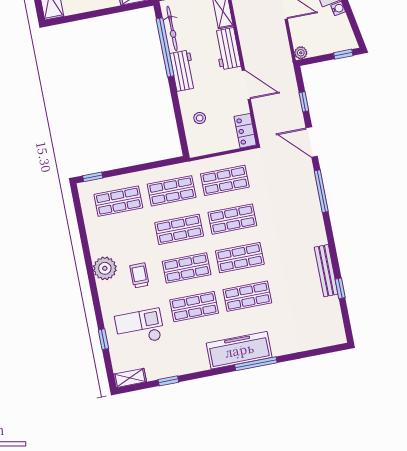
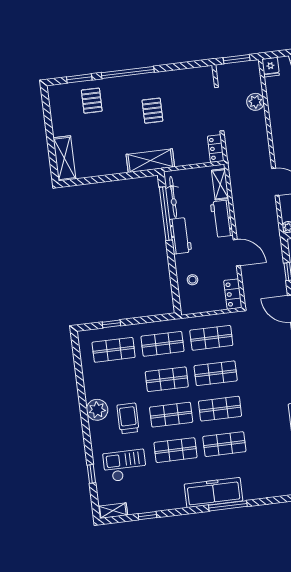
window: (93, 177) -> (111, 324), moved
trolley: (139, 275) -> (128, 418), width x1.36, depth x1.39

